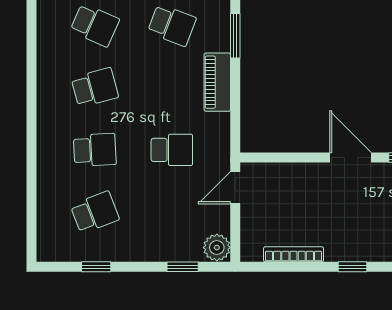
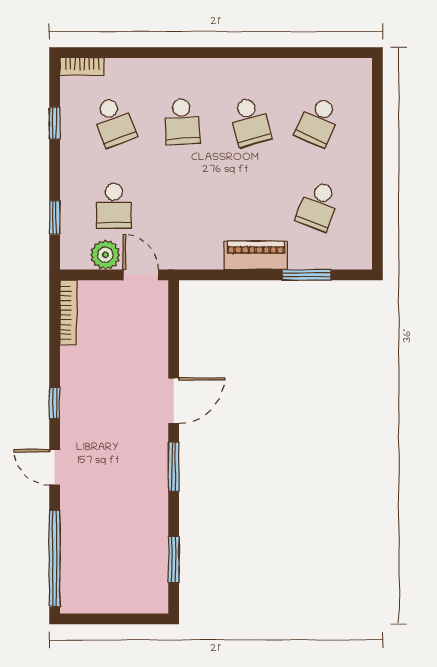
school desk: (172, 150) -> (114, 206), moved
bookcase: (44, 242) -> (82, 67), added
plant: (217, 248) -> (105, 255), moved
bookcase: (294, 254) -> (68, 313), moved

